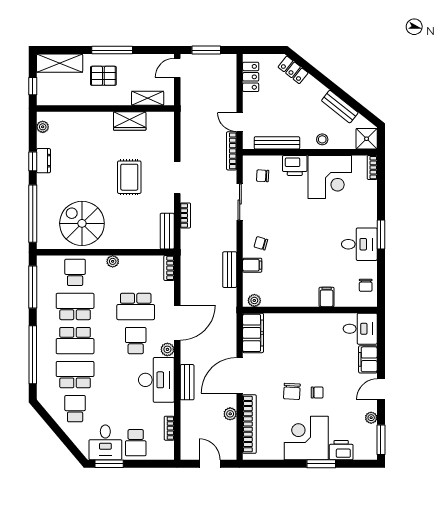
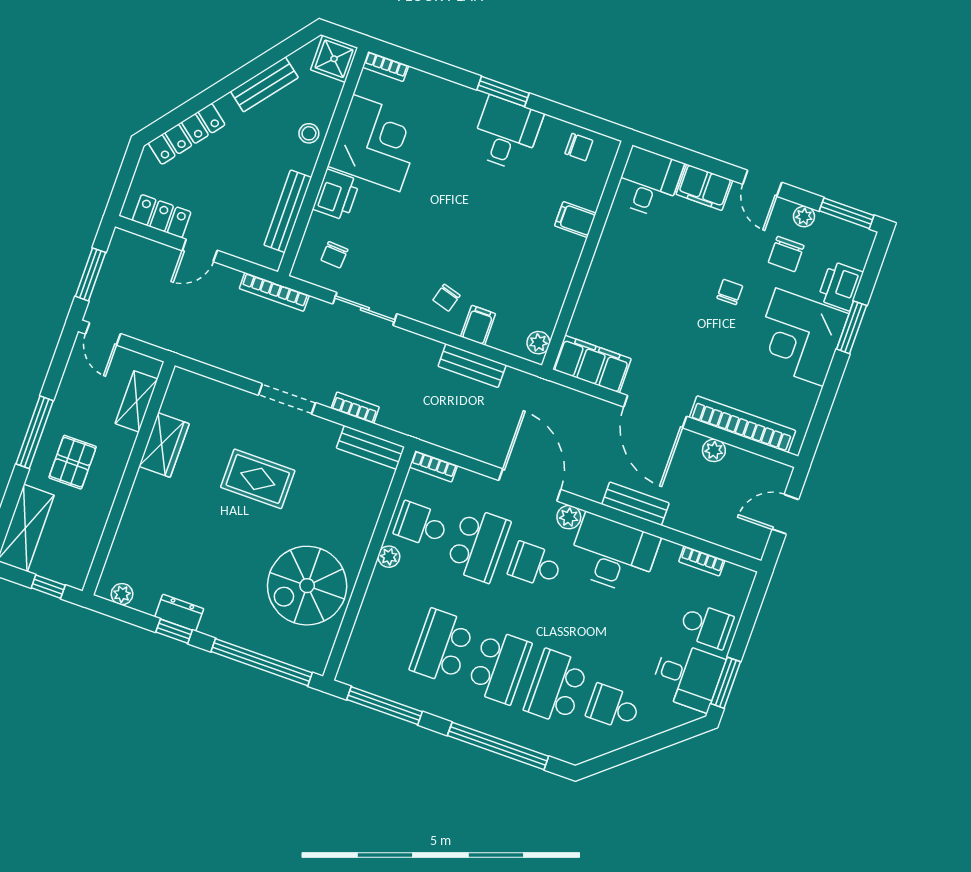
locker: (293, 70) -> (187, 134), width x1.53
door: (240, 122) -> (200, 250), moved
school desk: (75, 272) -> (421, 525), moved
chair: (292, 391) -> (786, 254), moved, turned 87

